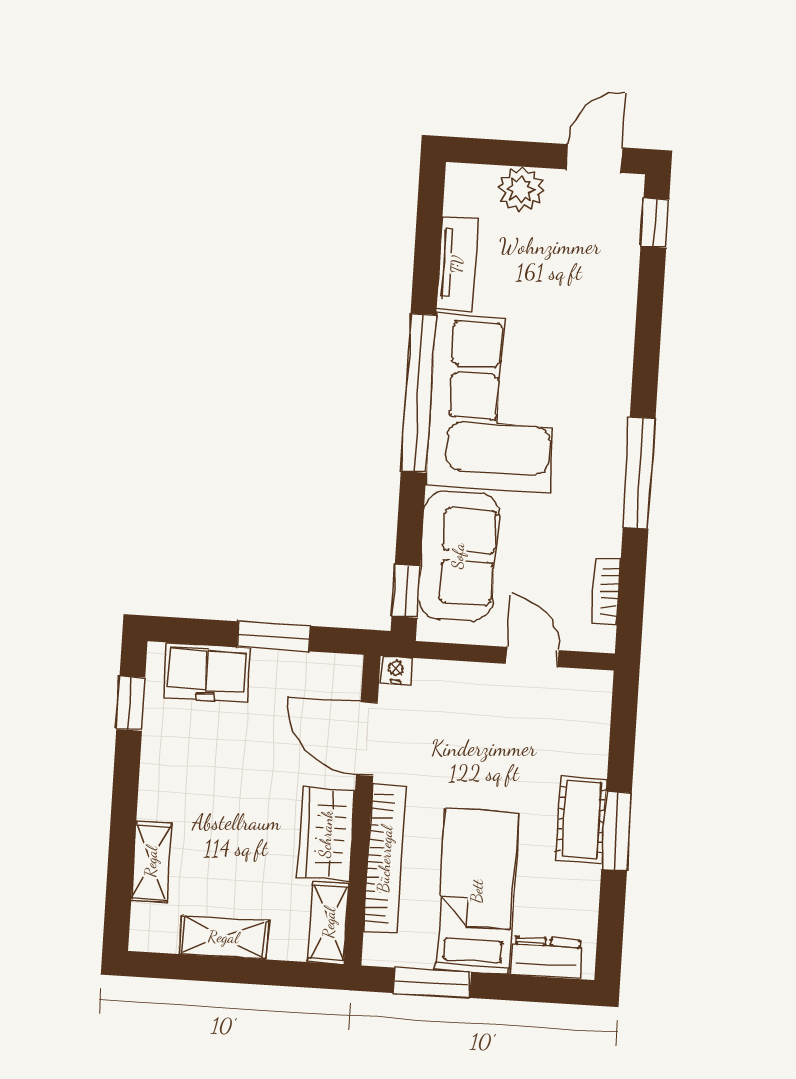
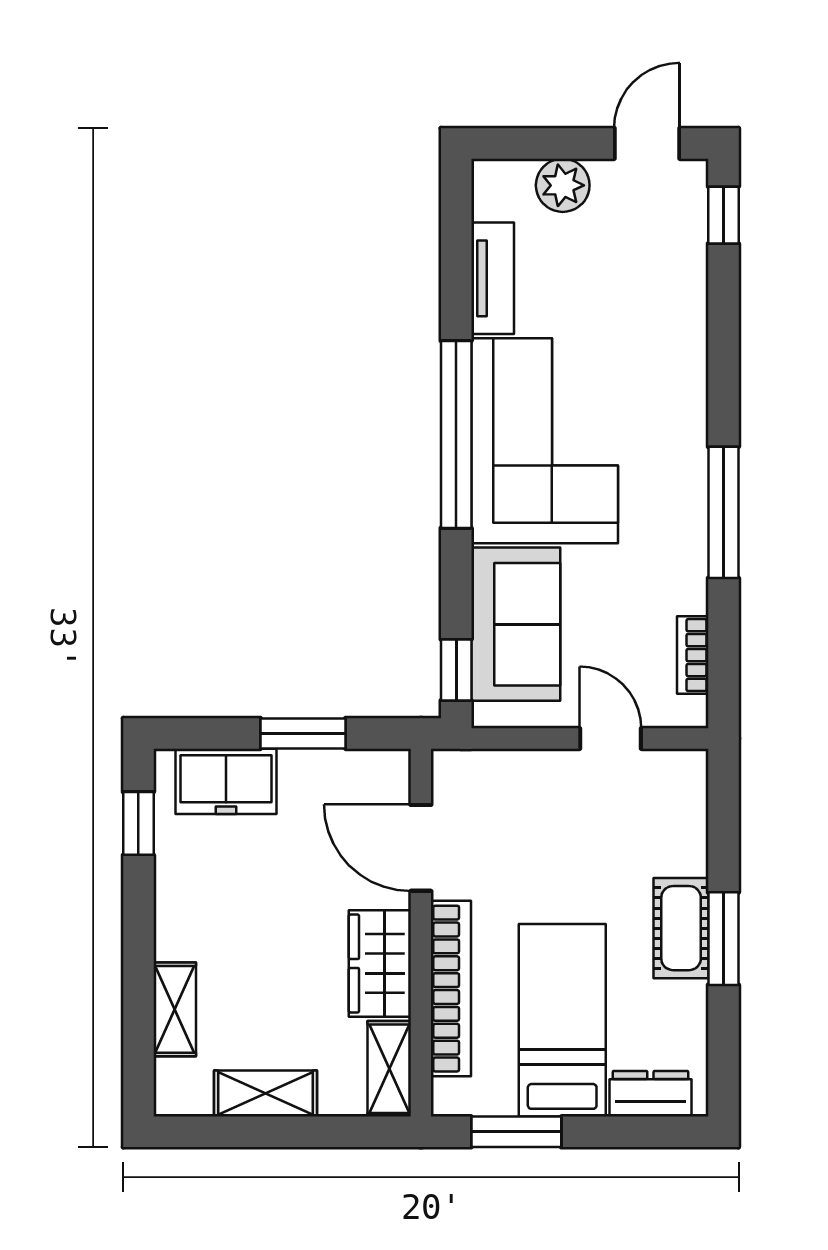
nightstand: (396, 670) -> (450, 765), removed

